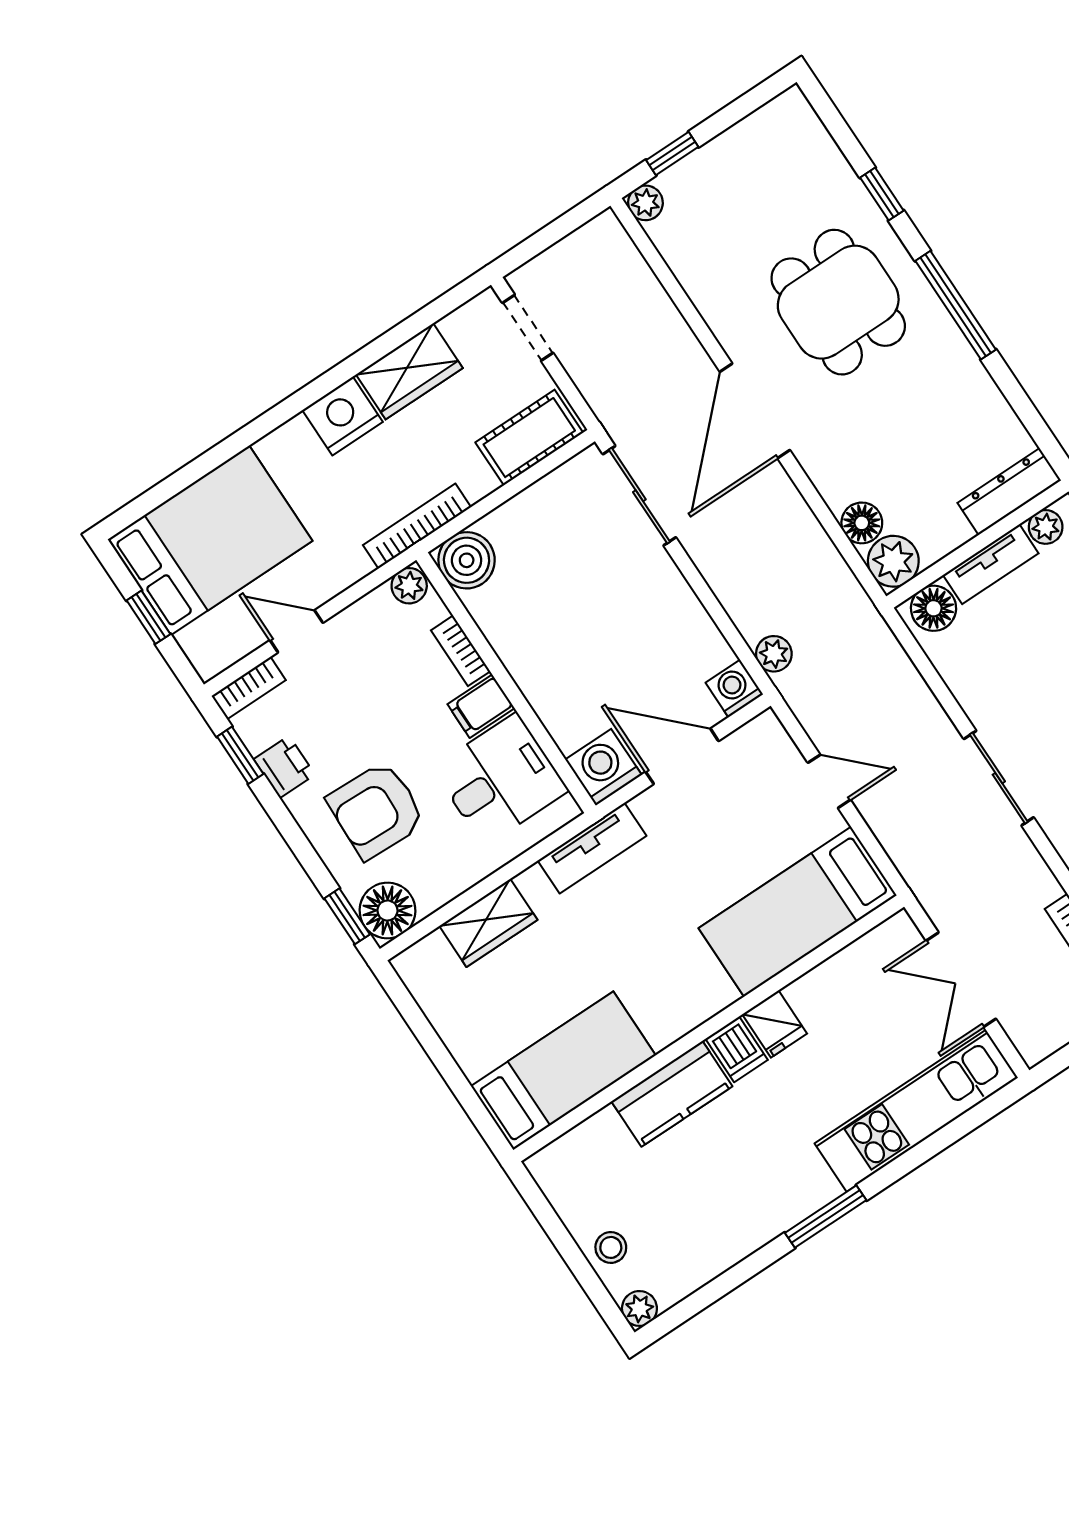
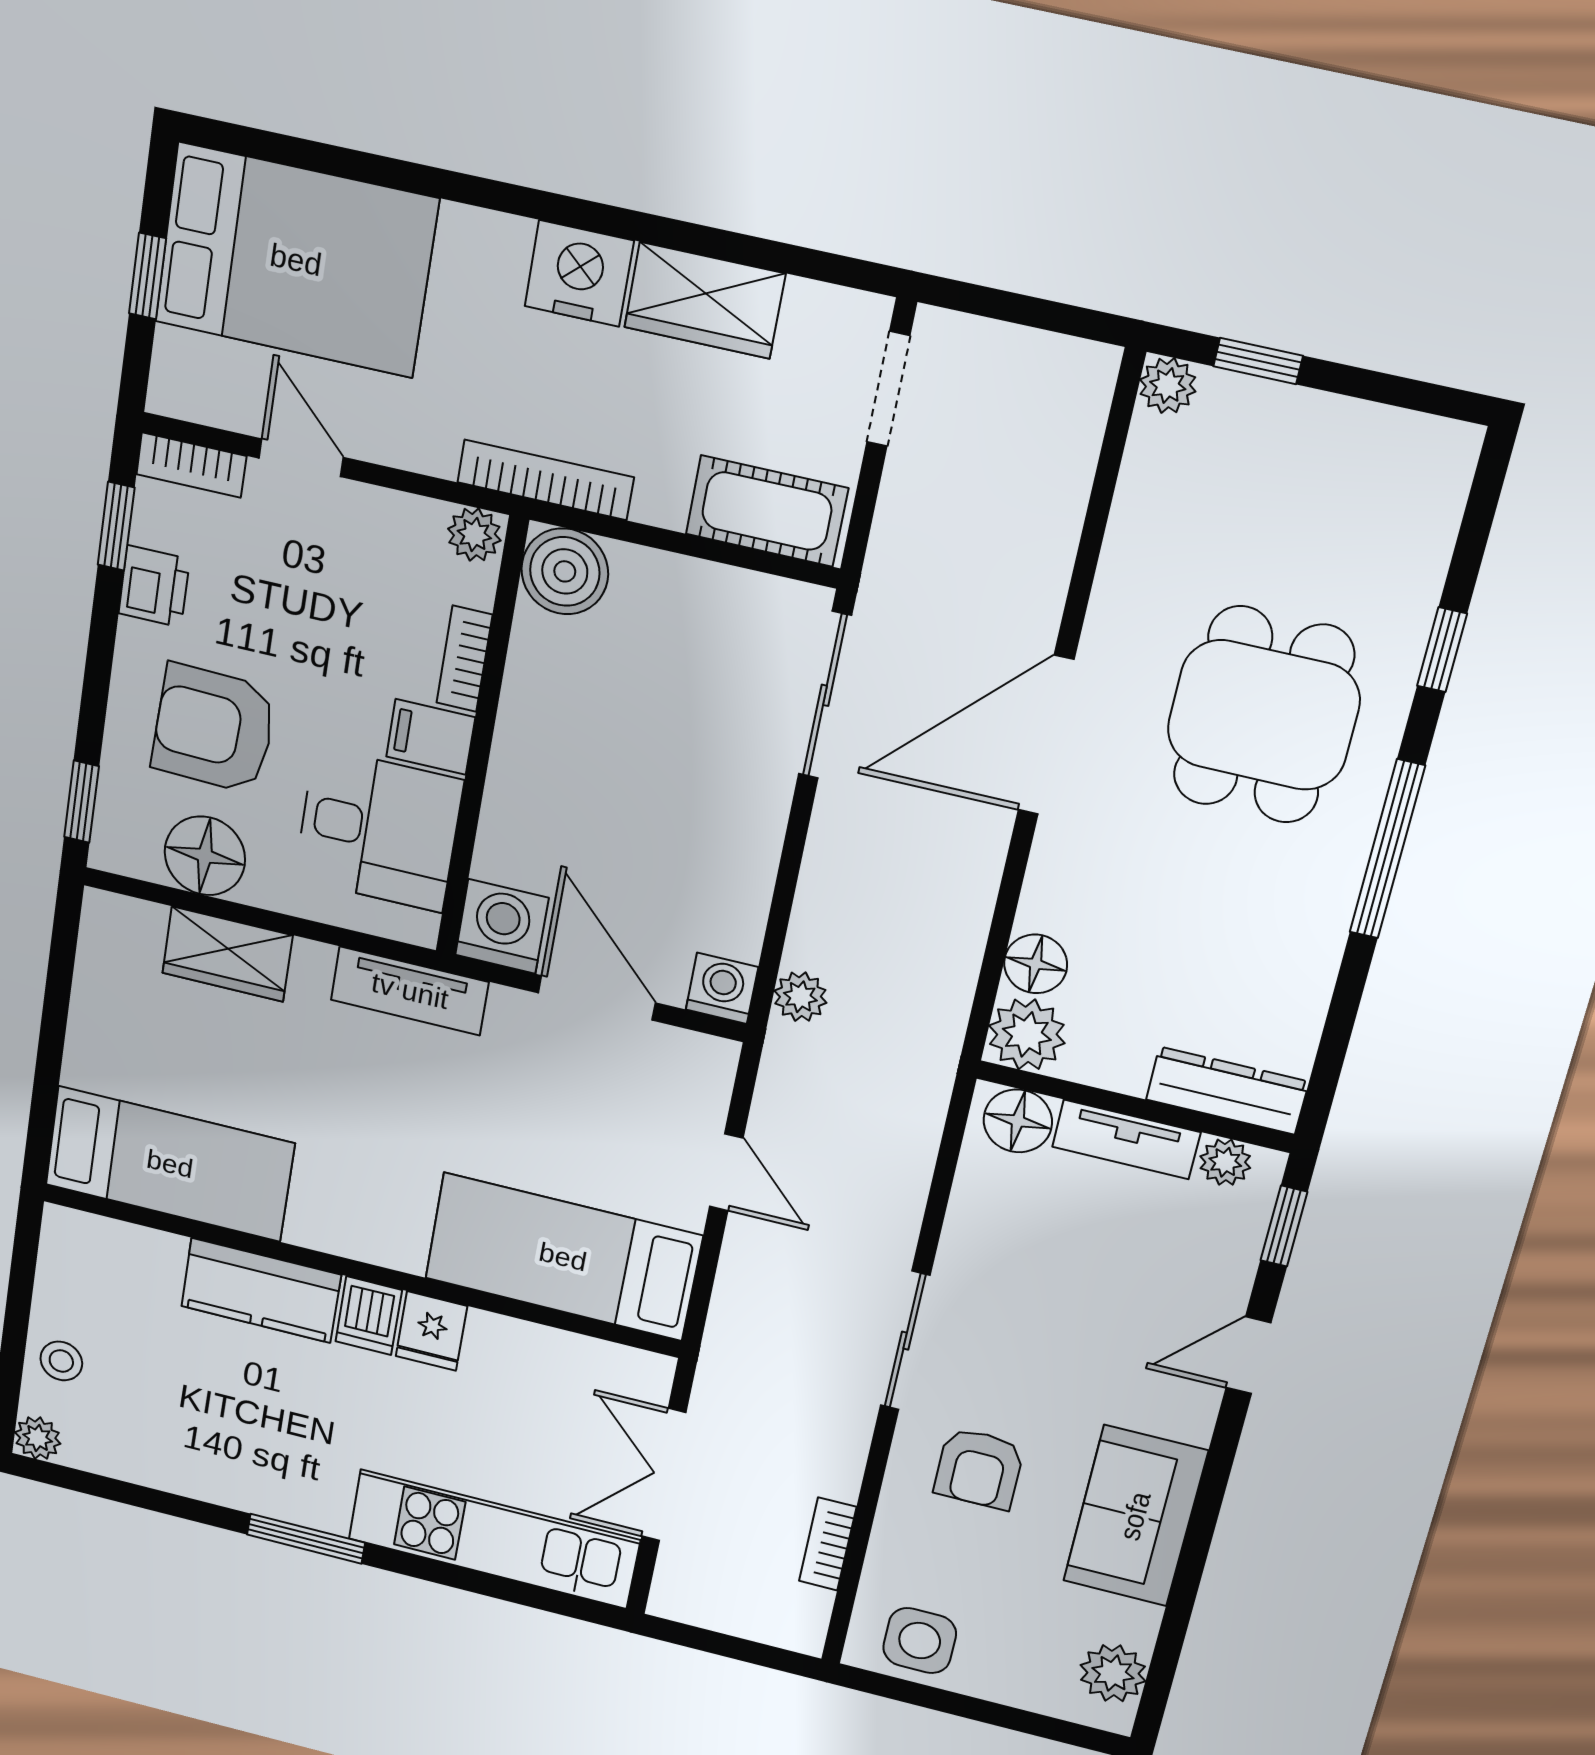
floor lamp: (387, 911) -> (205, 856), moved

